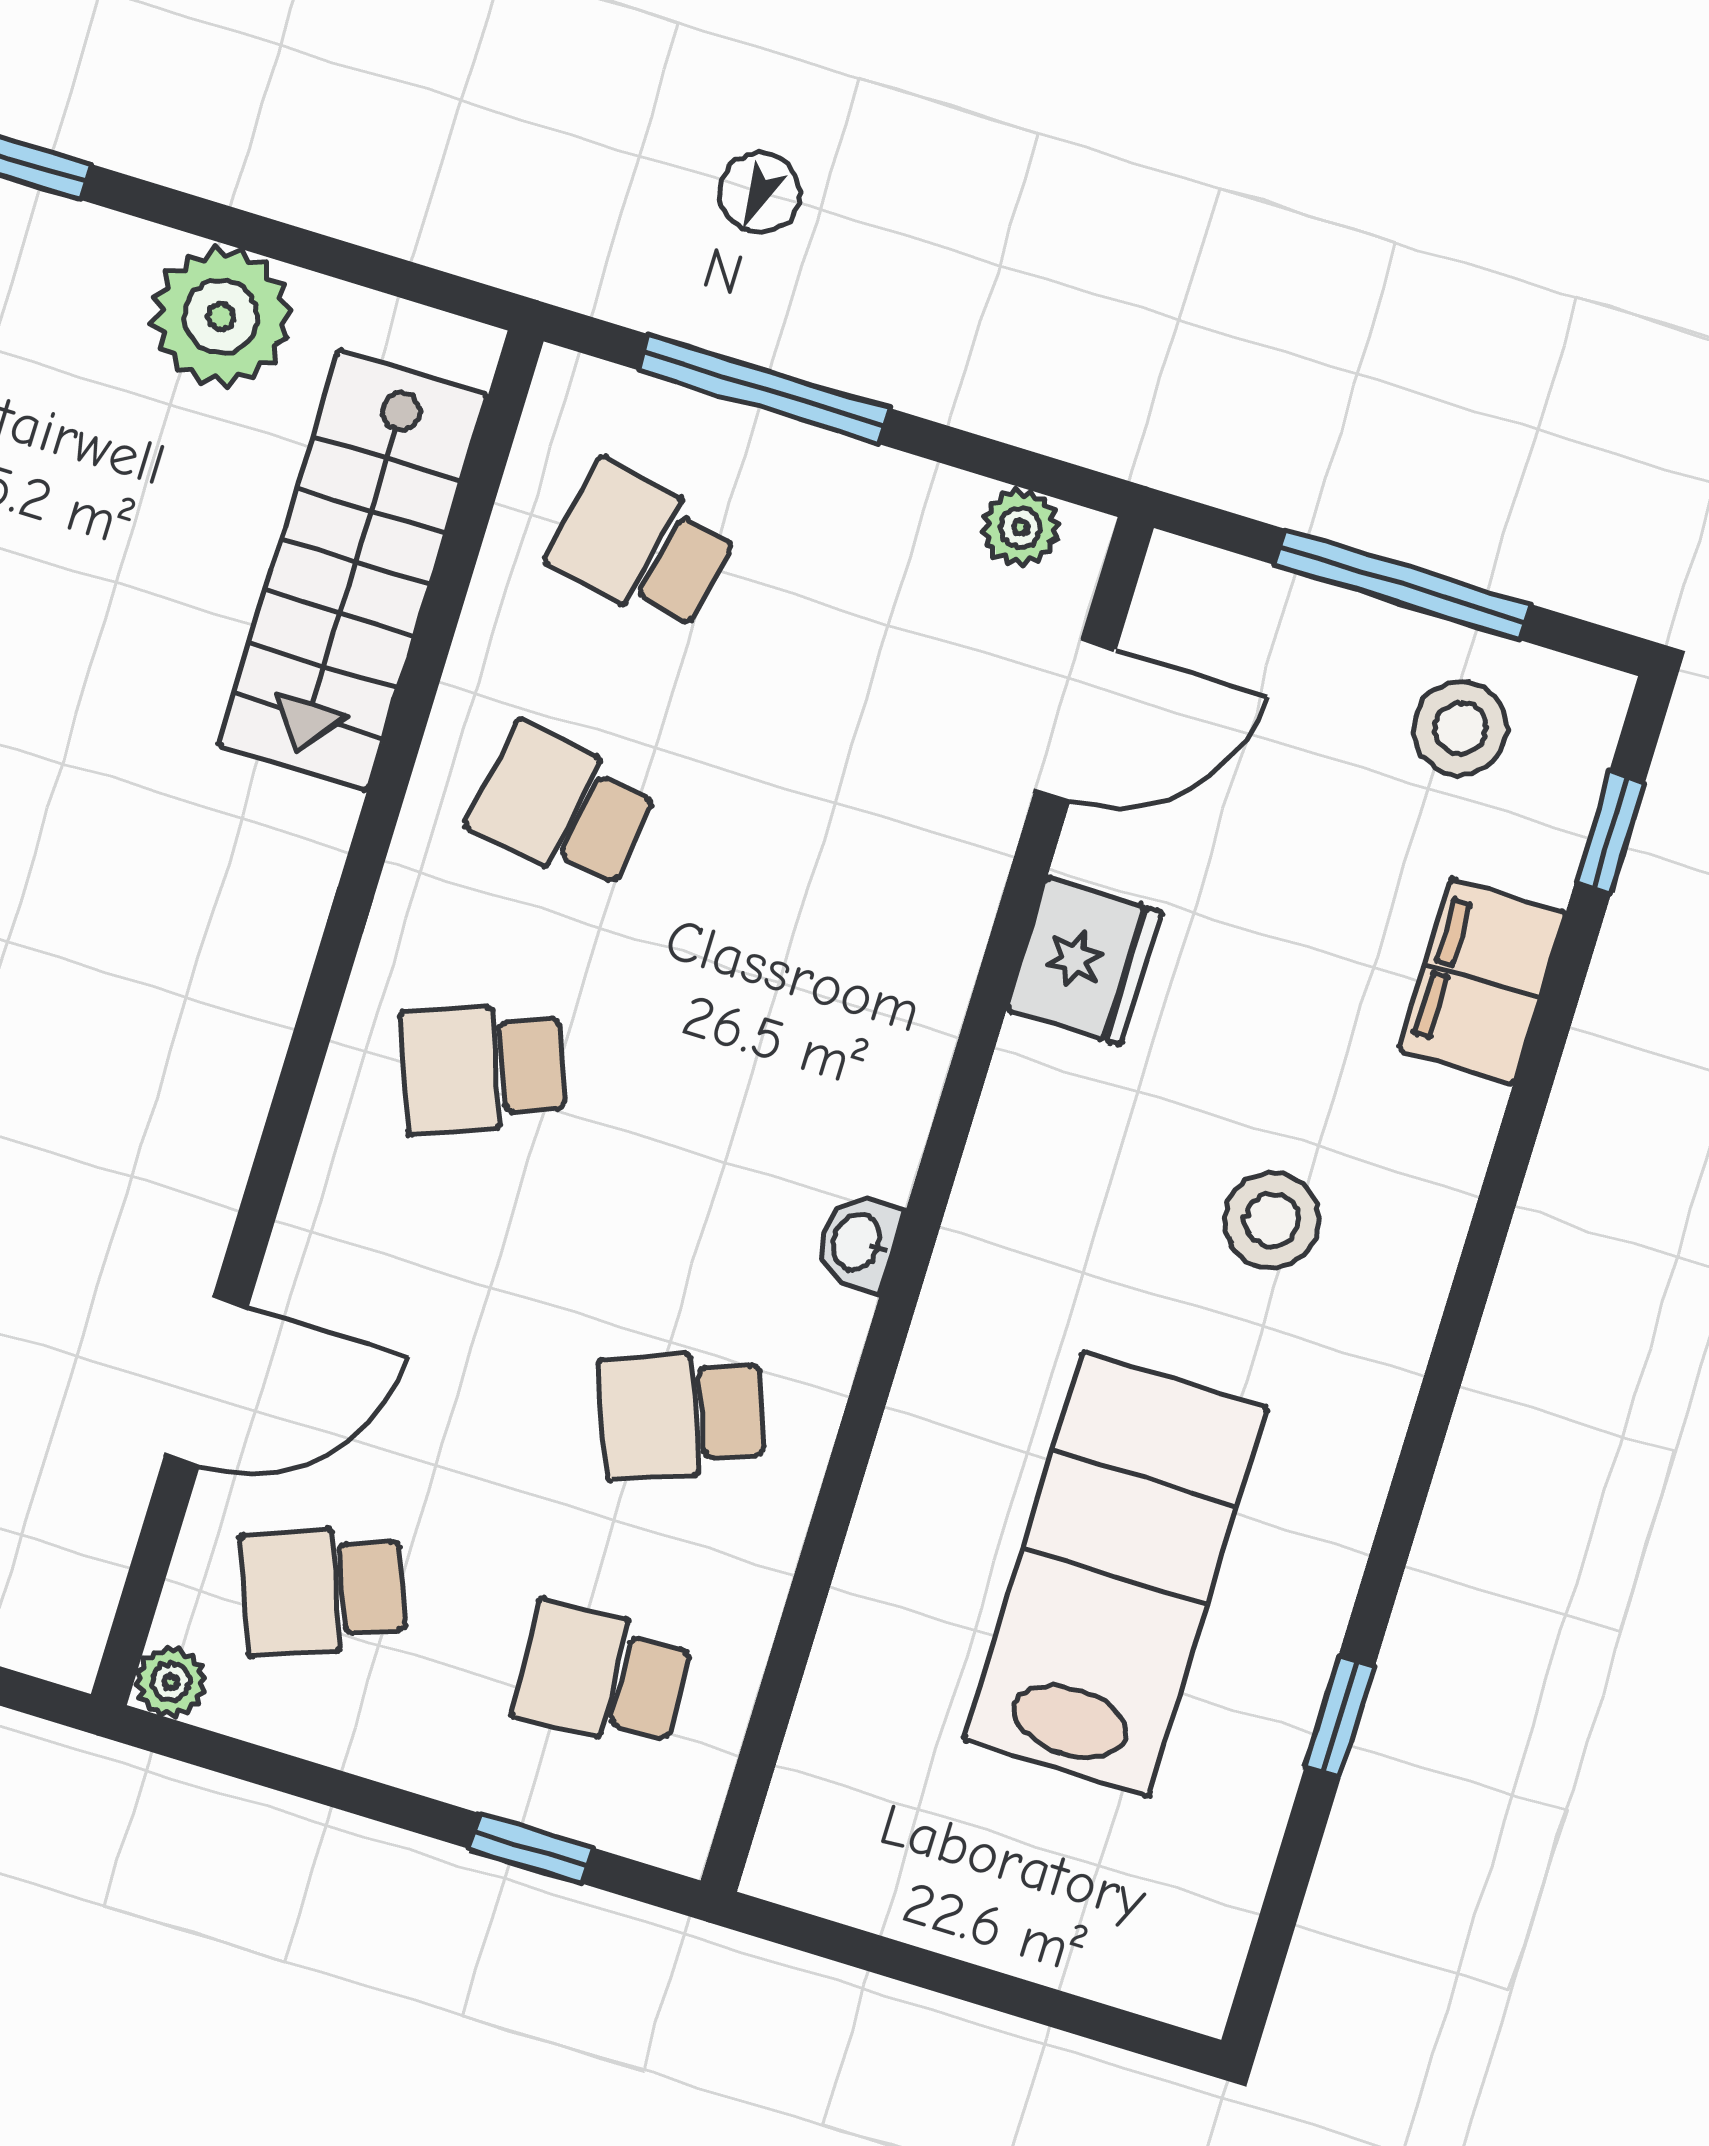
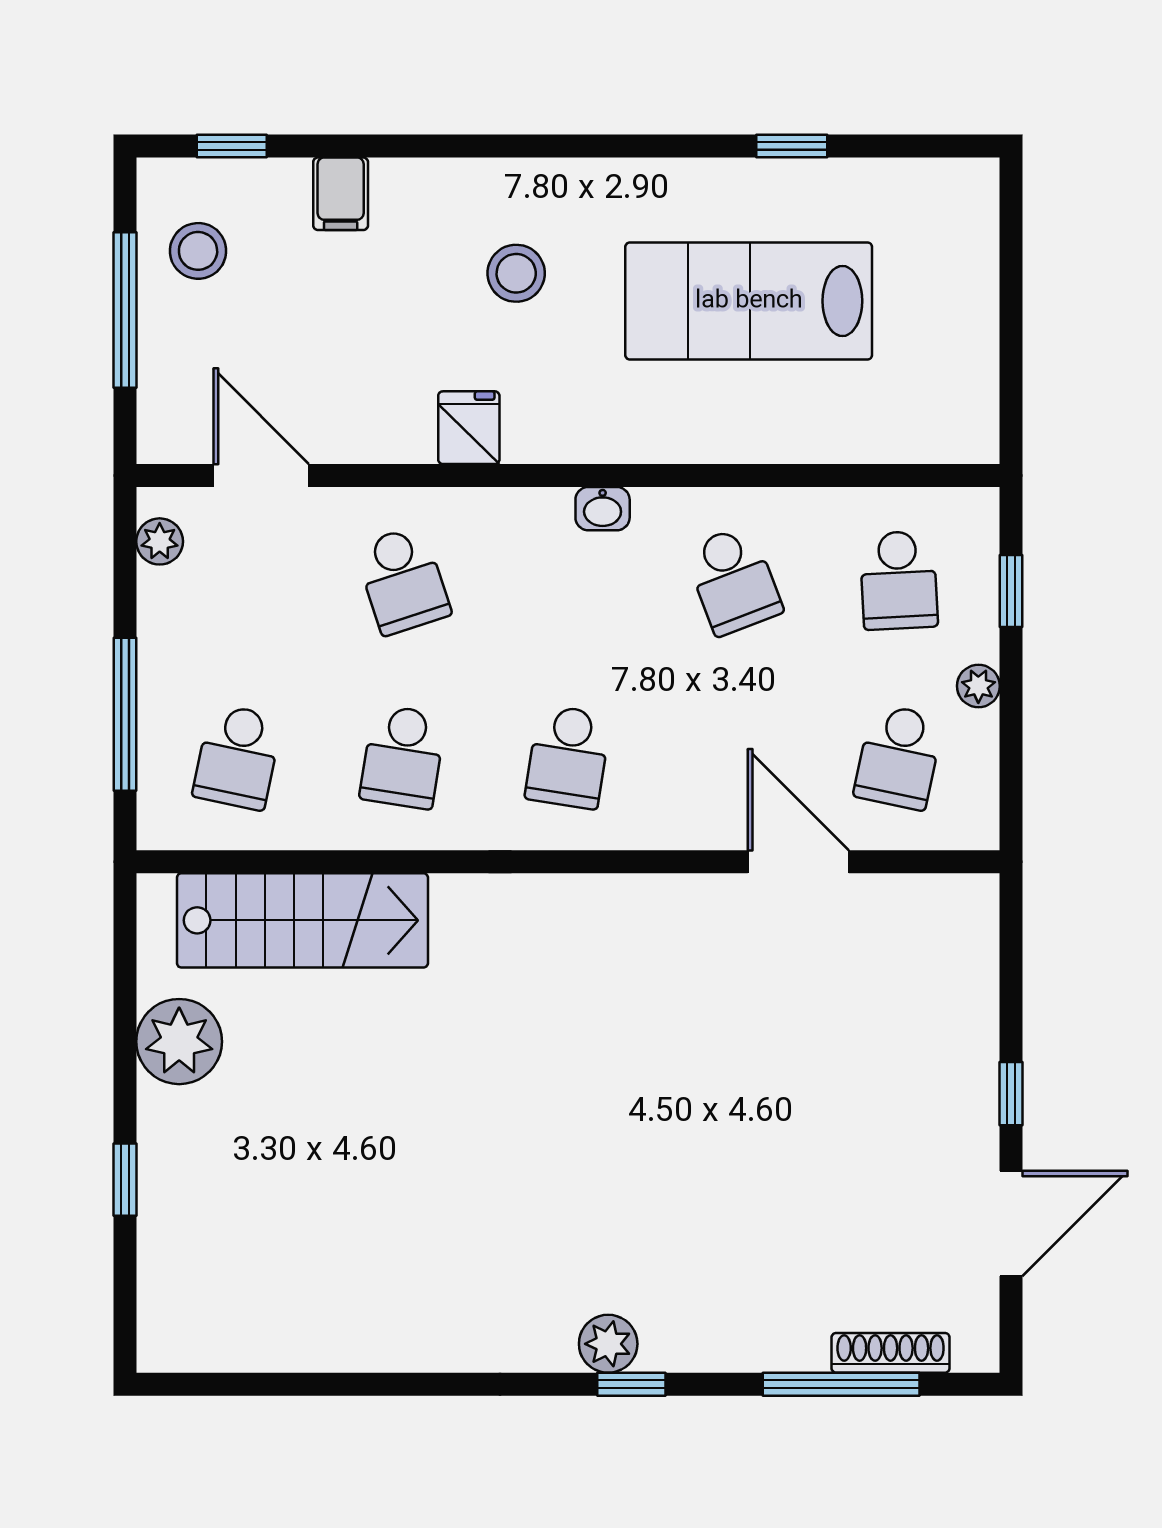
school desk: (842, 893) -> (403, 580), added
fridge: (1084, 961) -> (469, 428), moved, width x0.72
filing cabinet: (1482, 981) -> (341, 194), width x0.50
school desk: (483, 1068) -> (568, 757), turned 30
school desk: (323, 1591) -> (899, 757), turned 33
plant: (171, 1682) -> (978, 686), moved

